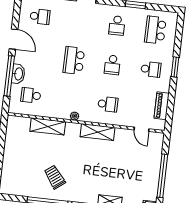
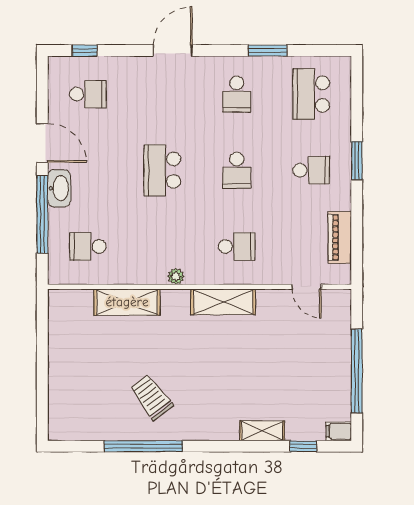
washbasin: (18, 74) -> (59, 188), moved

